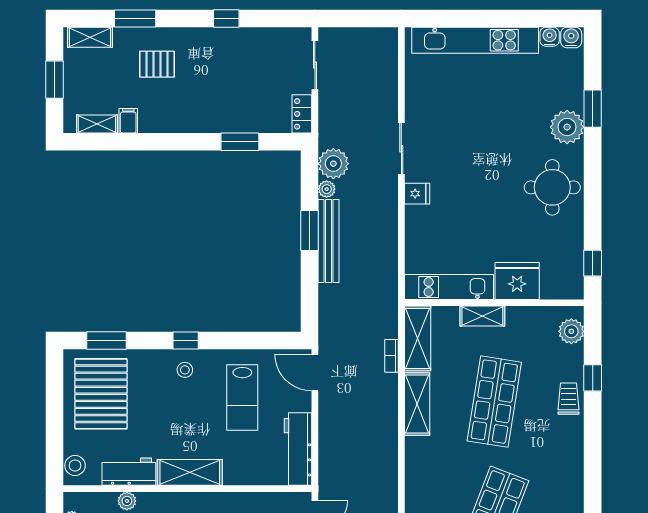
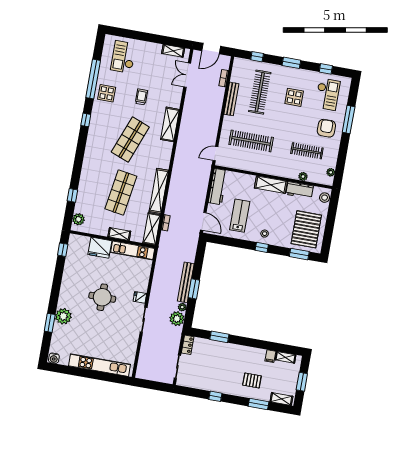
water cooler: (550, 37) -> (64, 360), removed
round table: (552, 187) -> (102, 297), moved
trolley: (569, 399) -> (85, 188), removed
shelving: (417, 404) -> (159, 191), width x1.47

